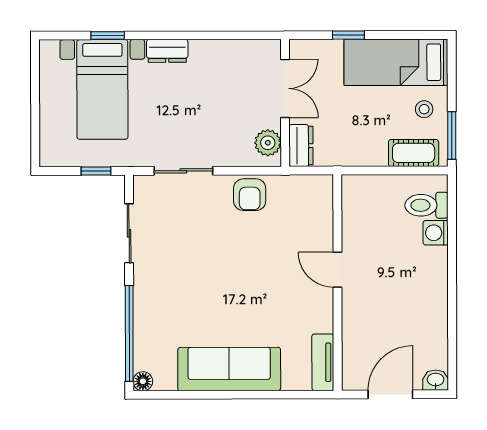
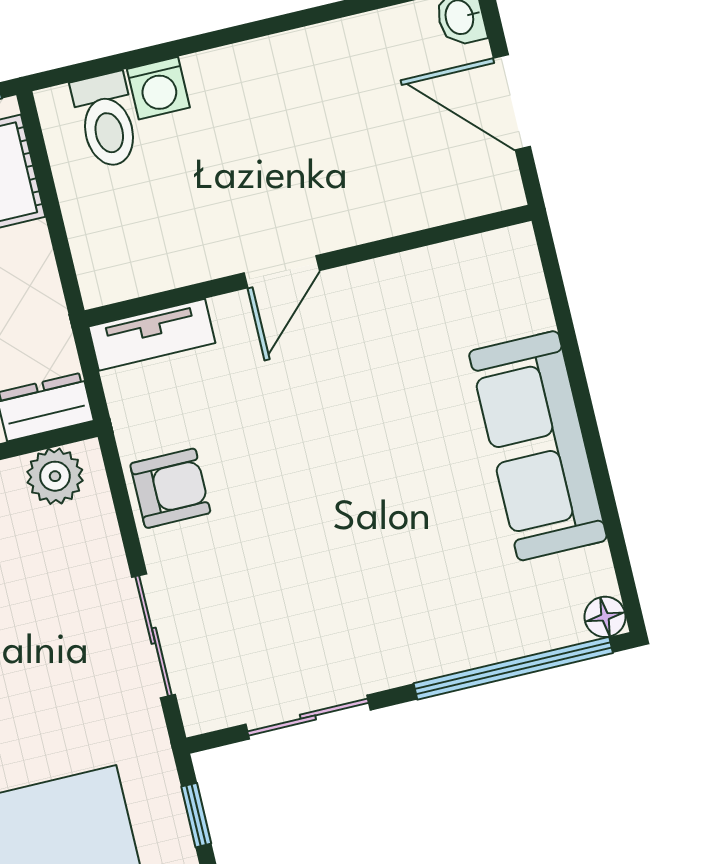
tv unit: (323, 362) -> (152, 335), moved

